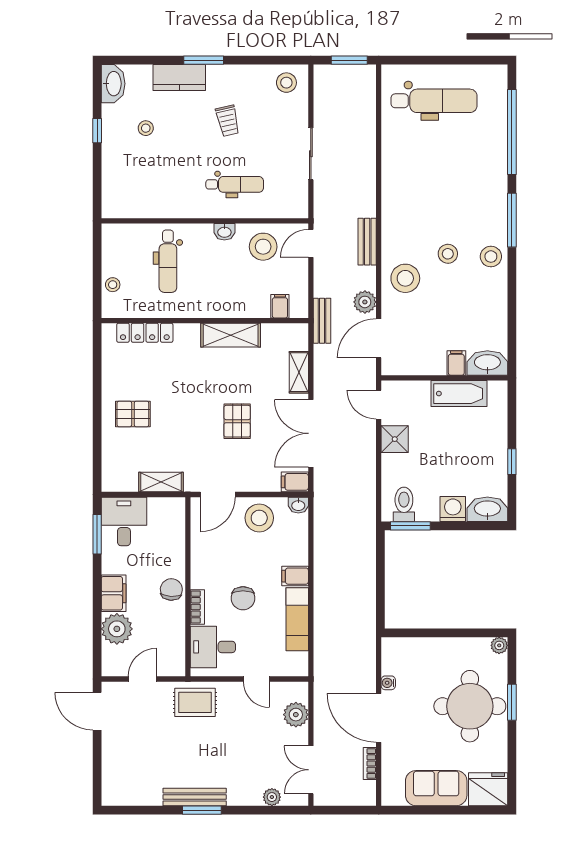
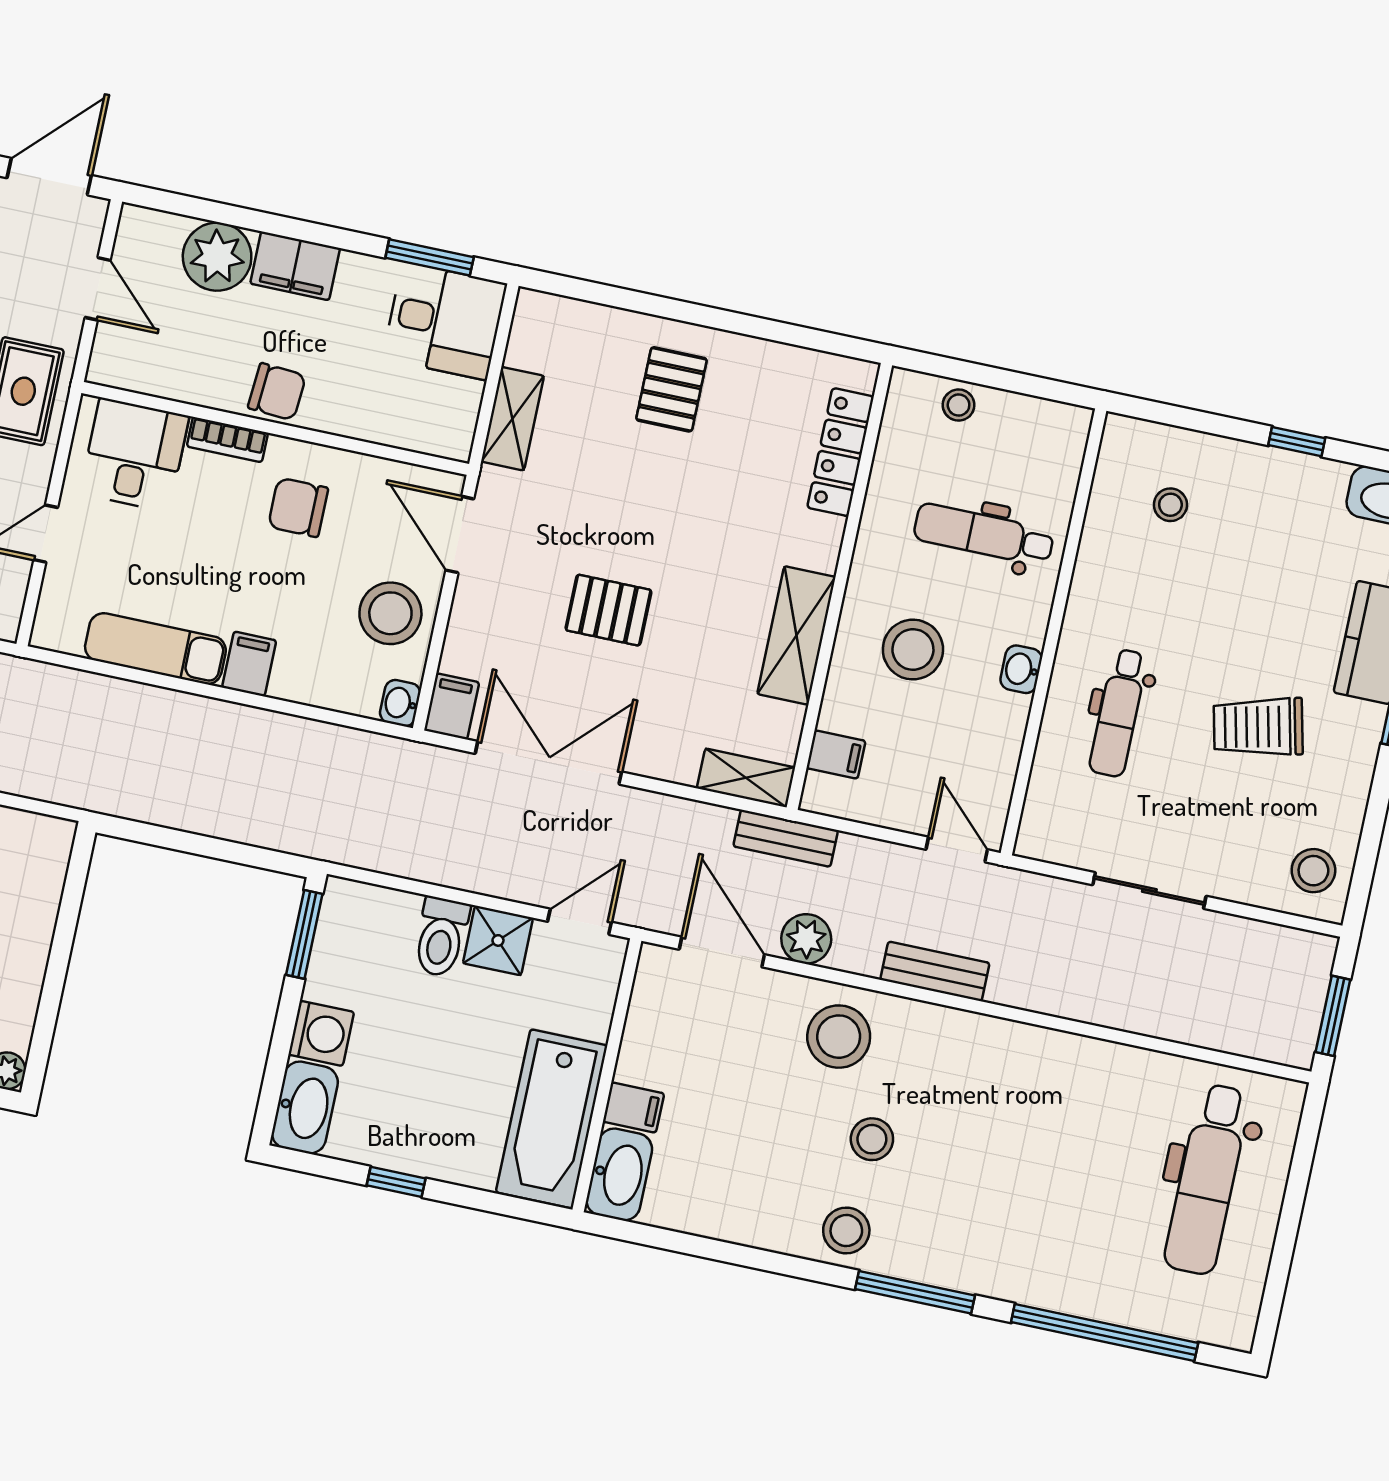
trolley: (228, 121) -> (1258, 727), width x1.36, depth x1.39
stool: (146, 128) -> (1170, 505), moved
stool: (263, 247) -> (913, 650), moved
shelving: (299, 372) -> (746, 778), moved
bathtub: (459, 394) -> (552, 1119), width x1.36, depth x1.36
toilet: (404, 504) -> (441, 937), moved, turned 90
chair: (243, 598) -> (298, 507), moved

